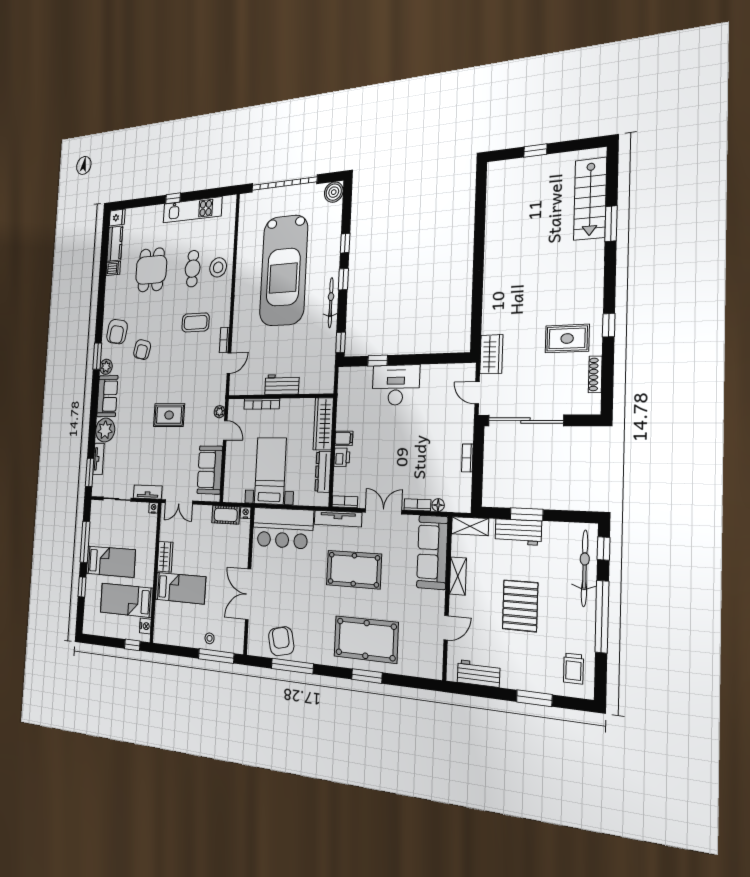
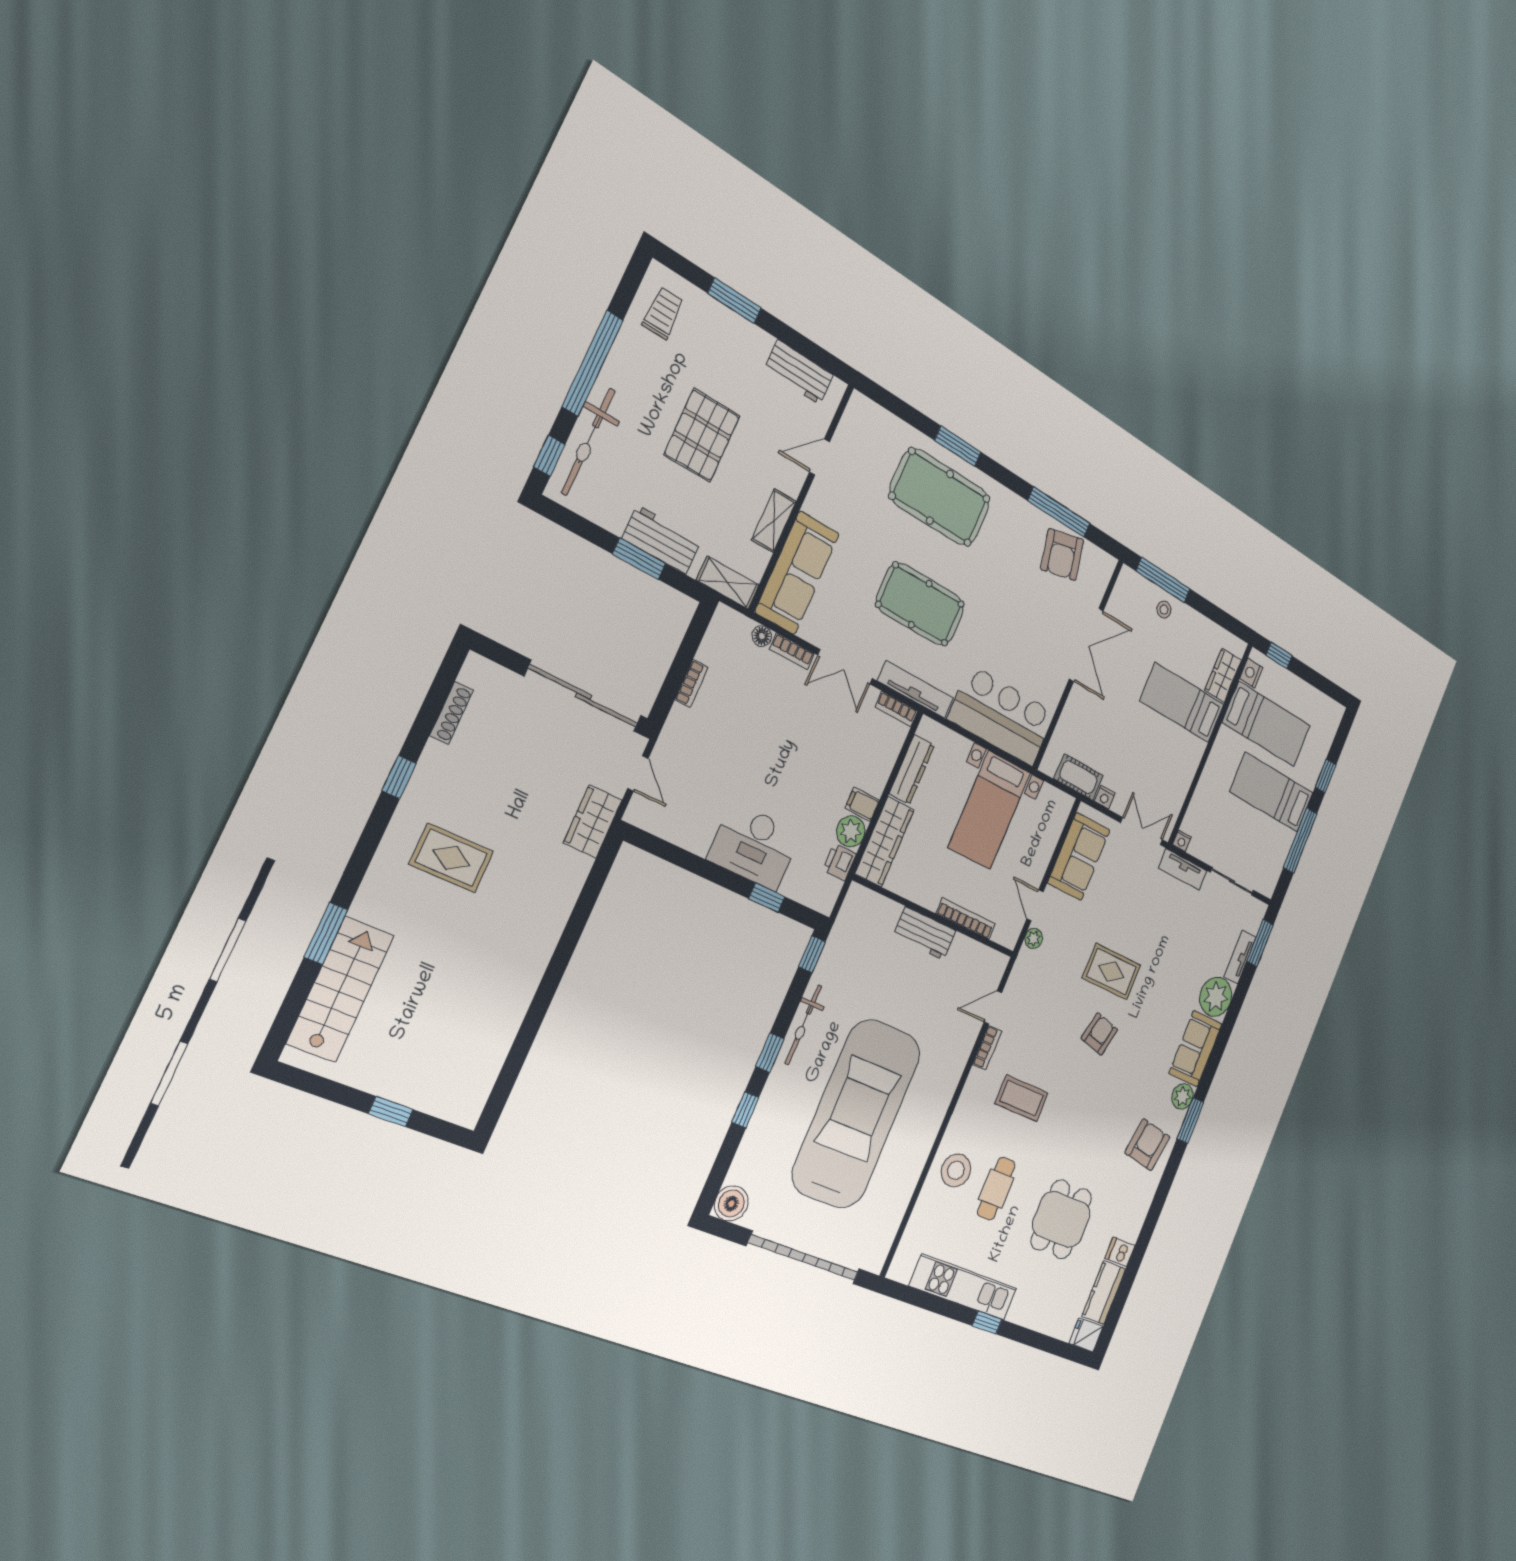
rug: (567, 339) -> (451, 858), moved
armchair: (142, 350) -> (1099, 1034), moved
plant: (345, 420) -> (851, 831), added
printer: (342, 457) -> (840, 862), moved
nightstand: (246, 513) -> (1105, 797), moved
wardrobe: (165, 557) -> (1223, 675), moved

